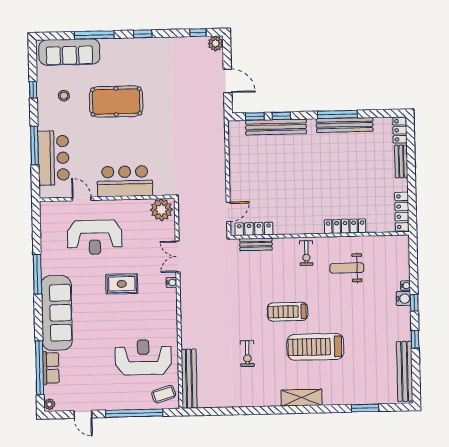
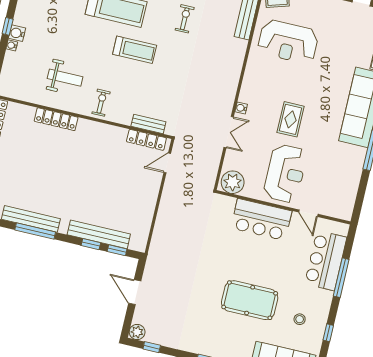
reception desk: (95, 237) -> (285, 173), moved, turned 90
rug: (122, 284) -> (291, 119), turned 90

